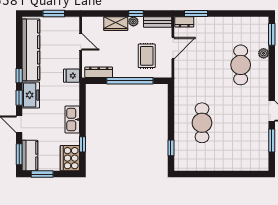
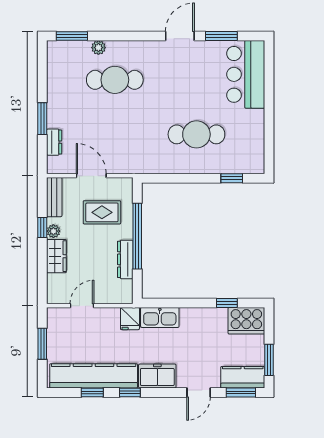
window: (196, 14) -> (42, 119), moved
dresser: (184, 22) -> (54, 142), moved
dresser: (99, 72) -> (125, 259), moved
window: (19, 98) -> (92, 393), moved
kitchen sink: (72, 120) -> (160, 317), moved
bar counter: (245, 158) -> (246, 74), added

